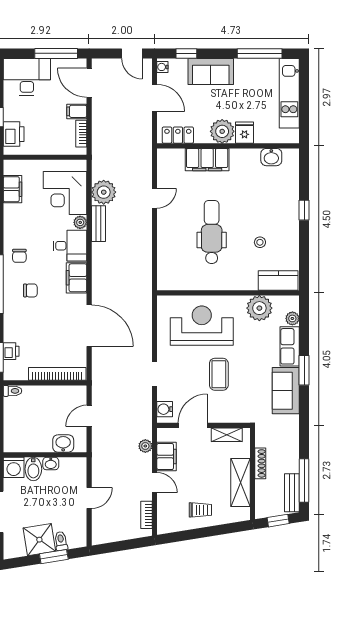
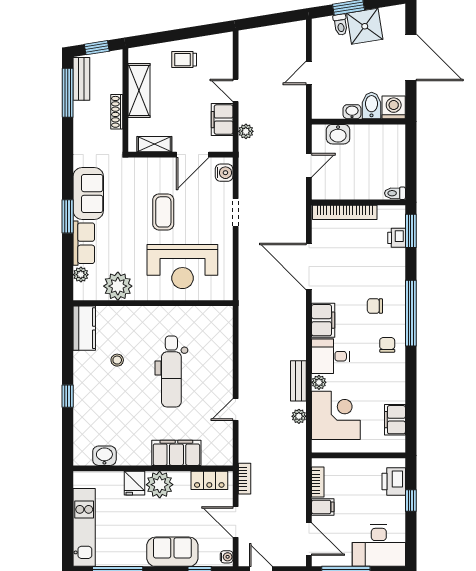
plant: (104, 192) -> (299, 416), width x0.53, depth x0.53
kitchen counter: (278, 281) -> (84, 328), moved, turned -90
bookcase: (146, 515) -> (245, 479), moved

